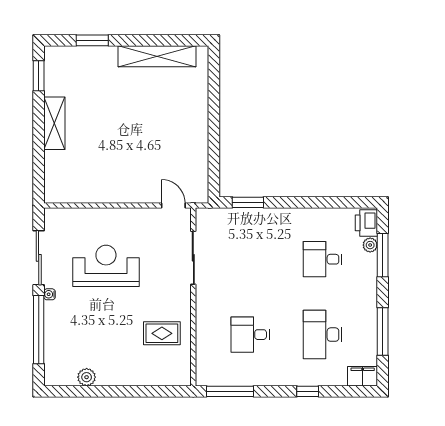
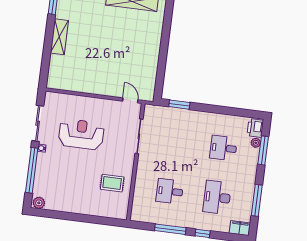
plant: (87, 377) -> (39, 203), moved
window: (230, 391) -> (170, 229), moved

